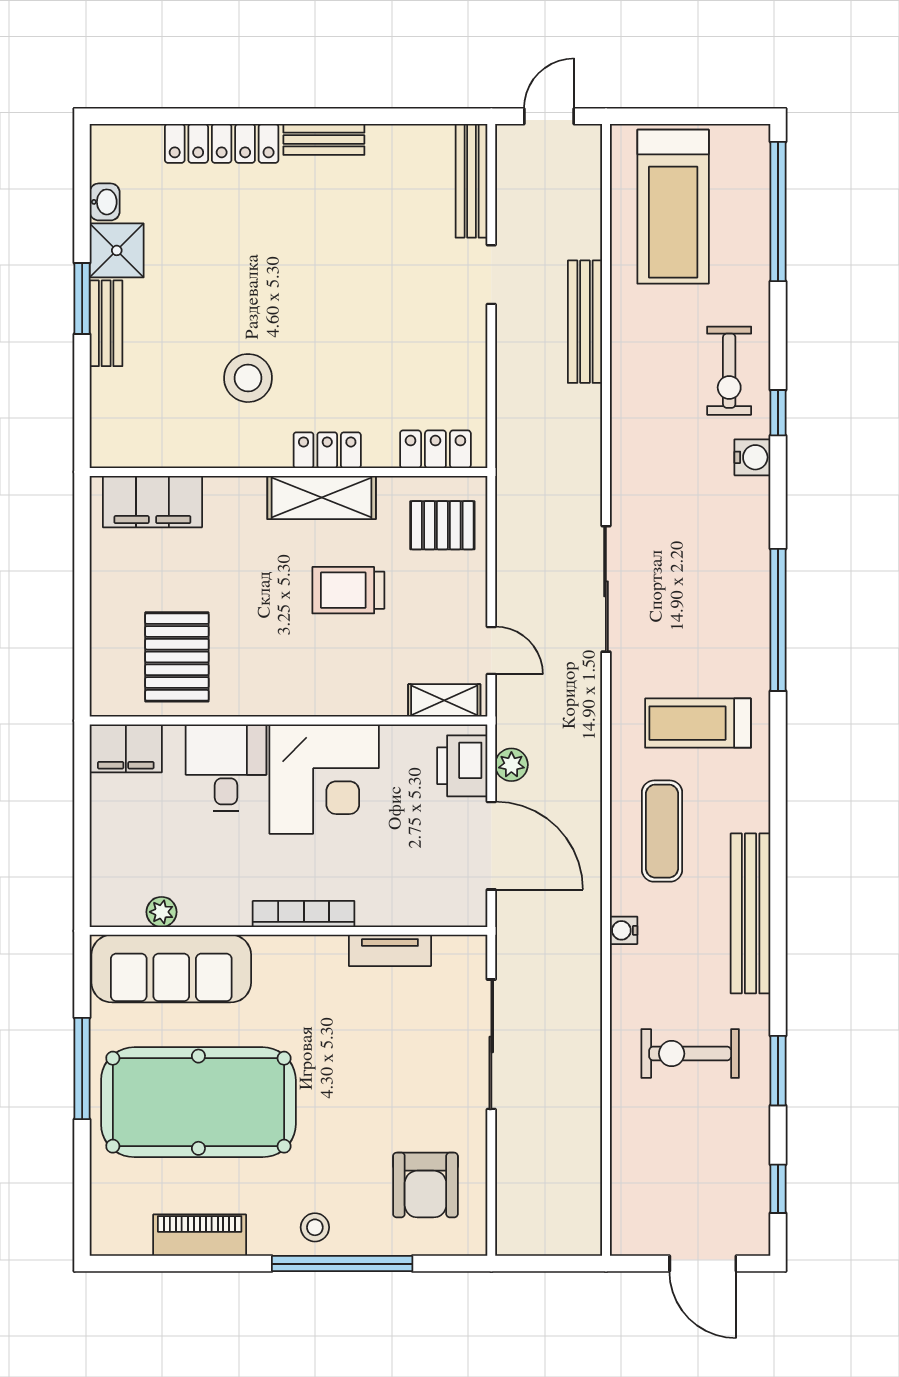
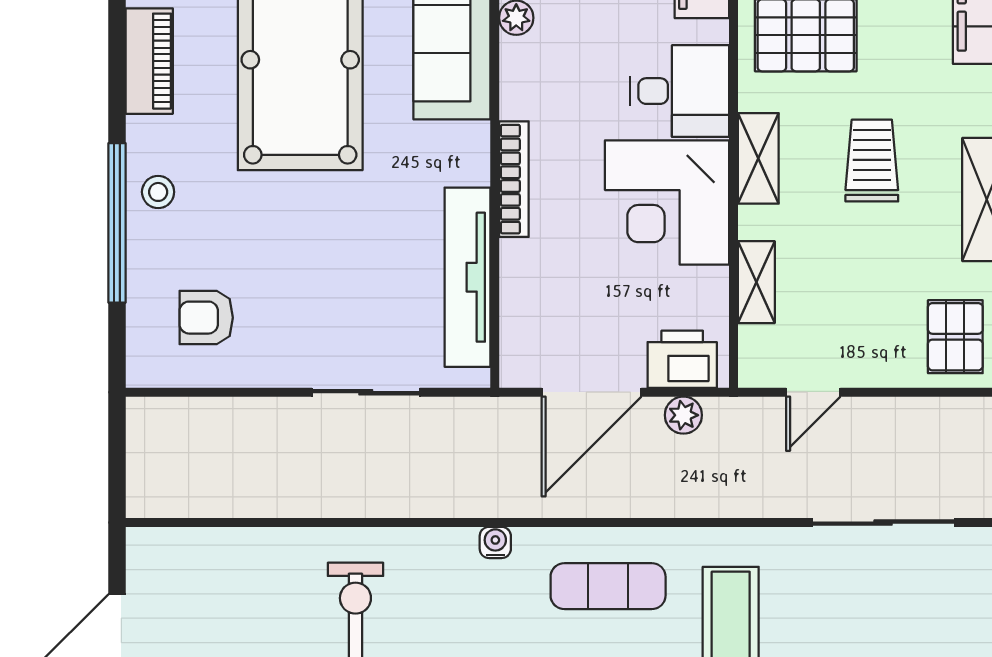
trolley: (348, 590) -> (872, 161), moved
shelving: (285, 699) -> (758, 158), added
shelving: (444, 700) -> (756, 282), moved
tv unit: (390, 950) -> (467, 277), width x1.92, depth x1.29
sliding door: (491, 1044) -> (366, 392), width x0.73
armchair: (425, 1185) -> (206, 318), width x0.72, depth x0.72

